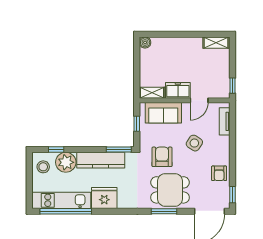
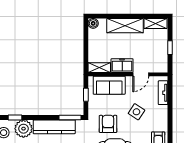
shelving: (181, 45) -> (125, 26), added
window: (233, 86) -> (170, 48), moved

